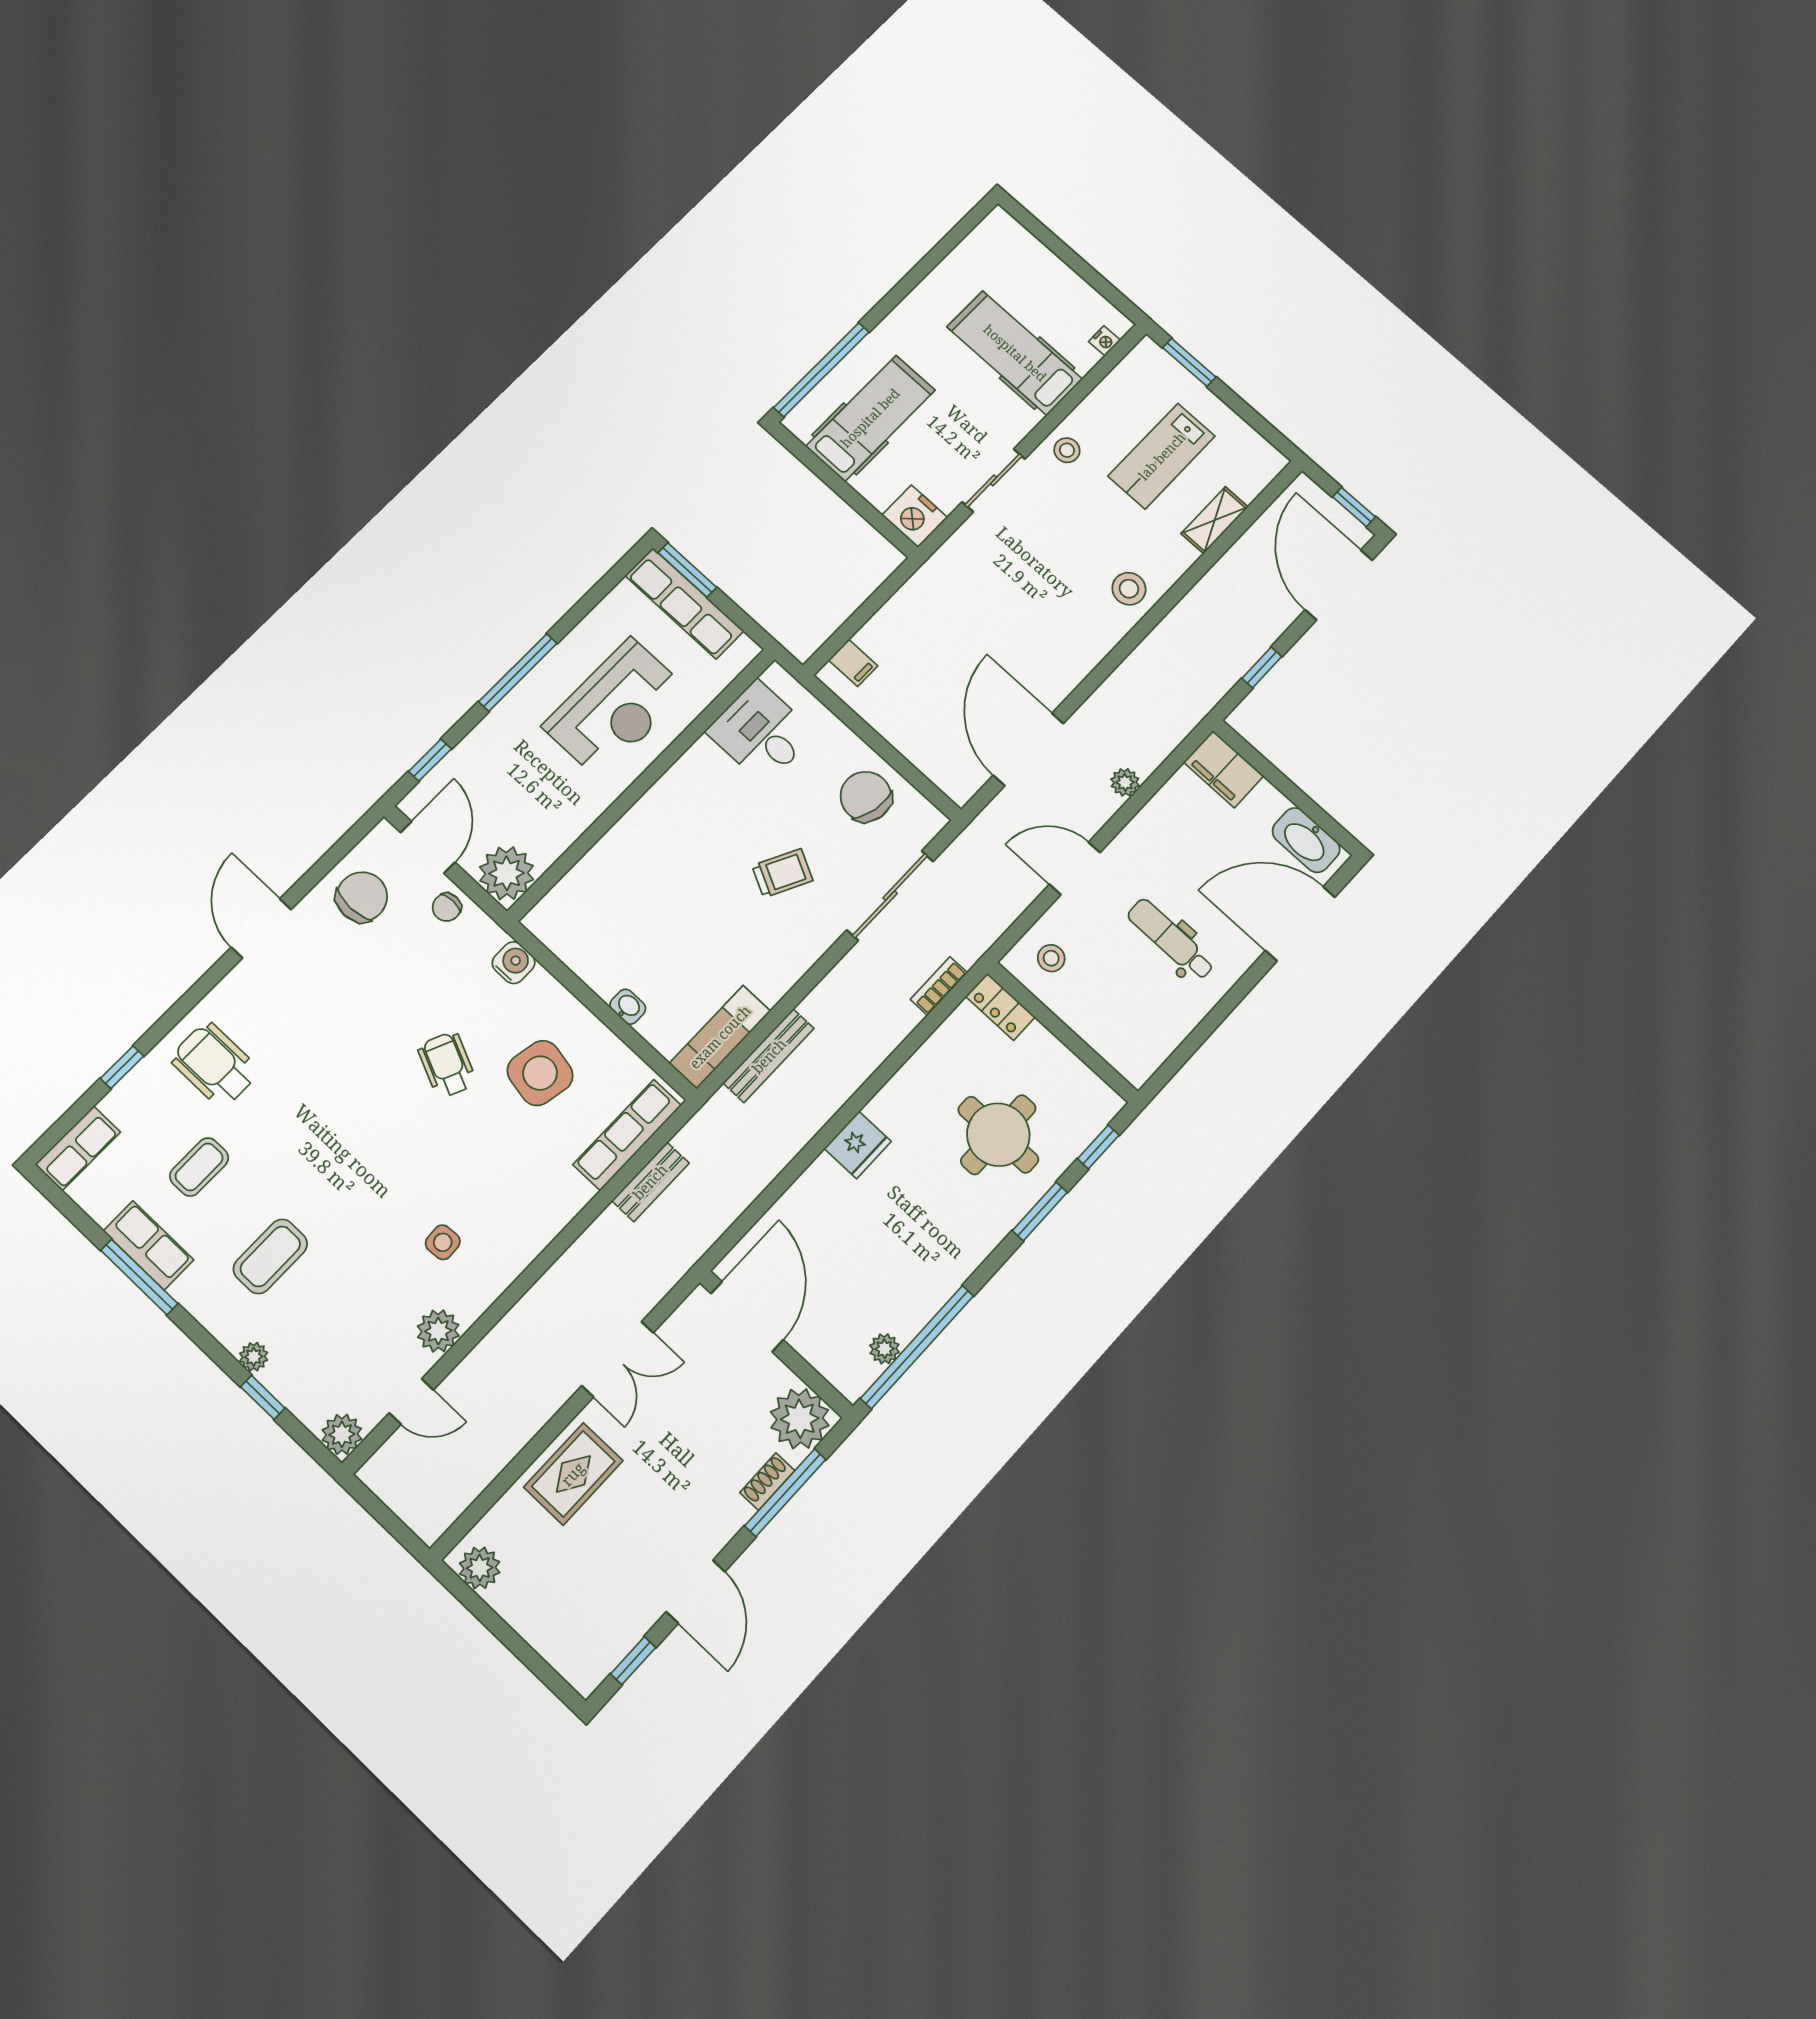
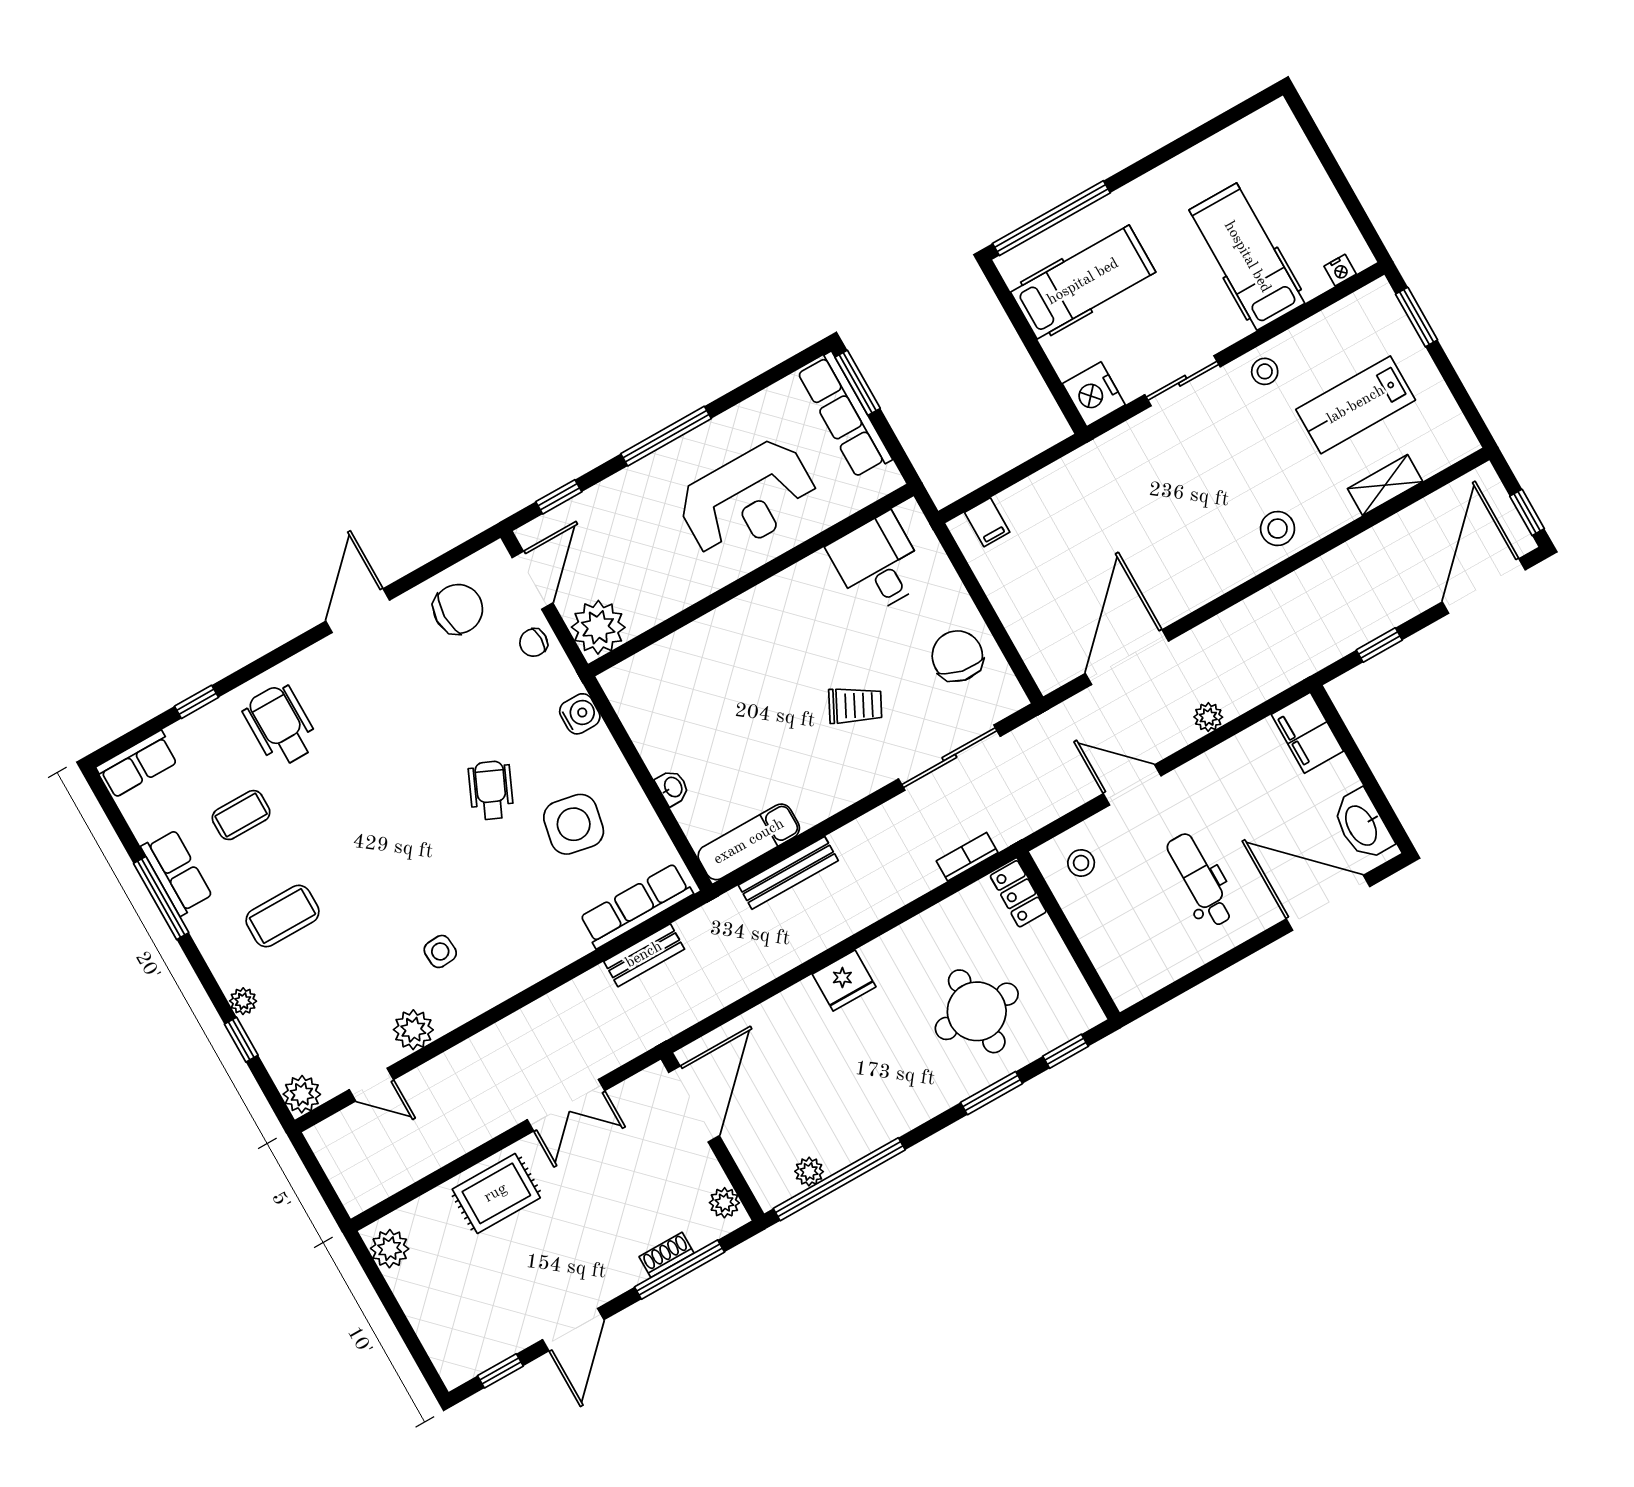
plant: (800, 1419) -> (724, 1203), width x0.53, depth x0.53

